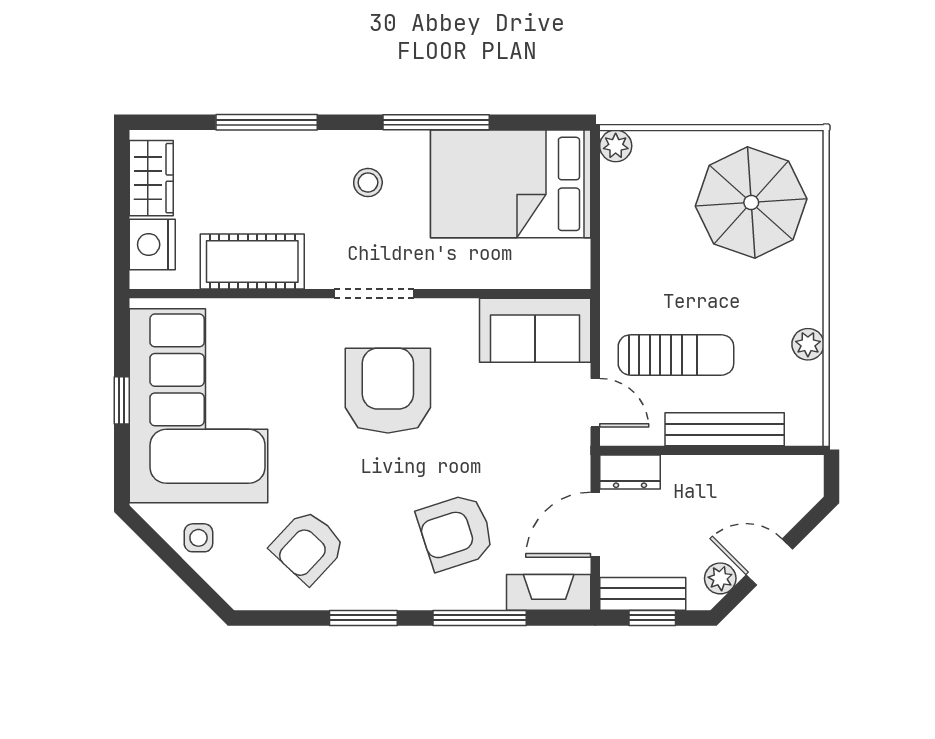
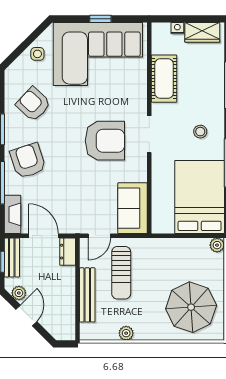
nightstand: (152, 245) -> (177, 28), width x0.53, depth x0.56
armchair: (456, 532) -> (28, 161), moved

